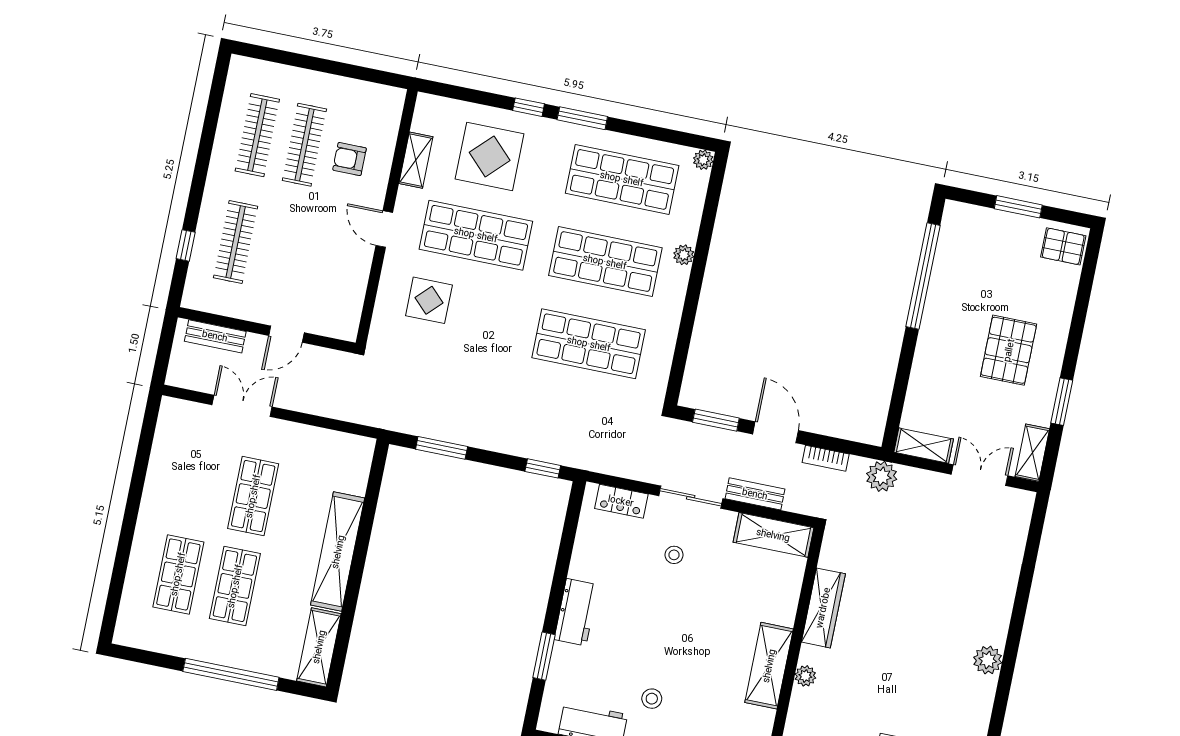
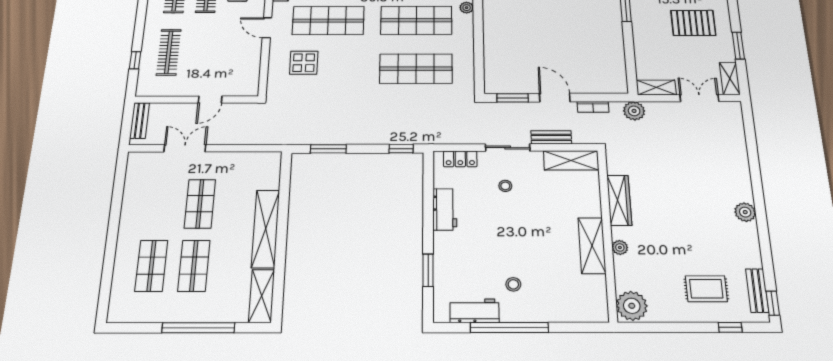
bench: (215, 336) -> (140, 121), moved, turned 90
pallet: (1009, 350) -> (693, 23), turned 90
workbench: (576, 612) -> (445, 209), moved

